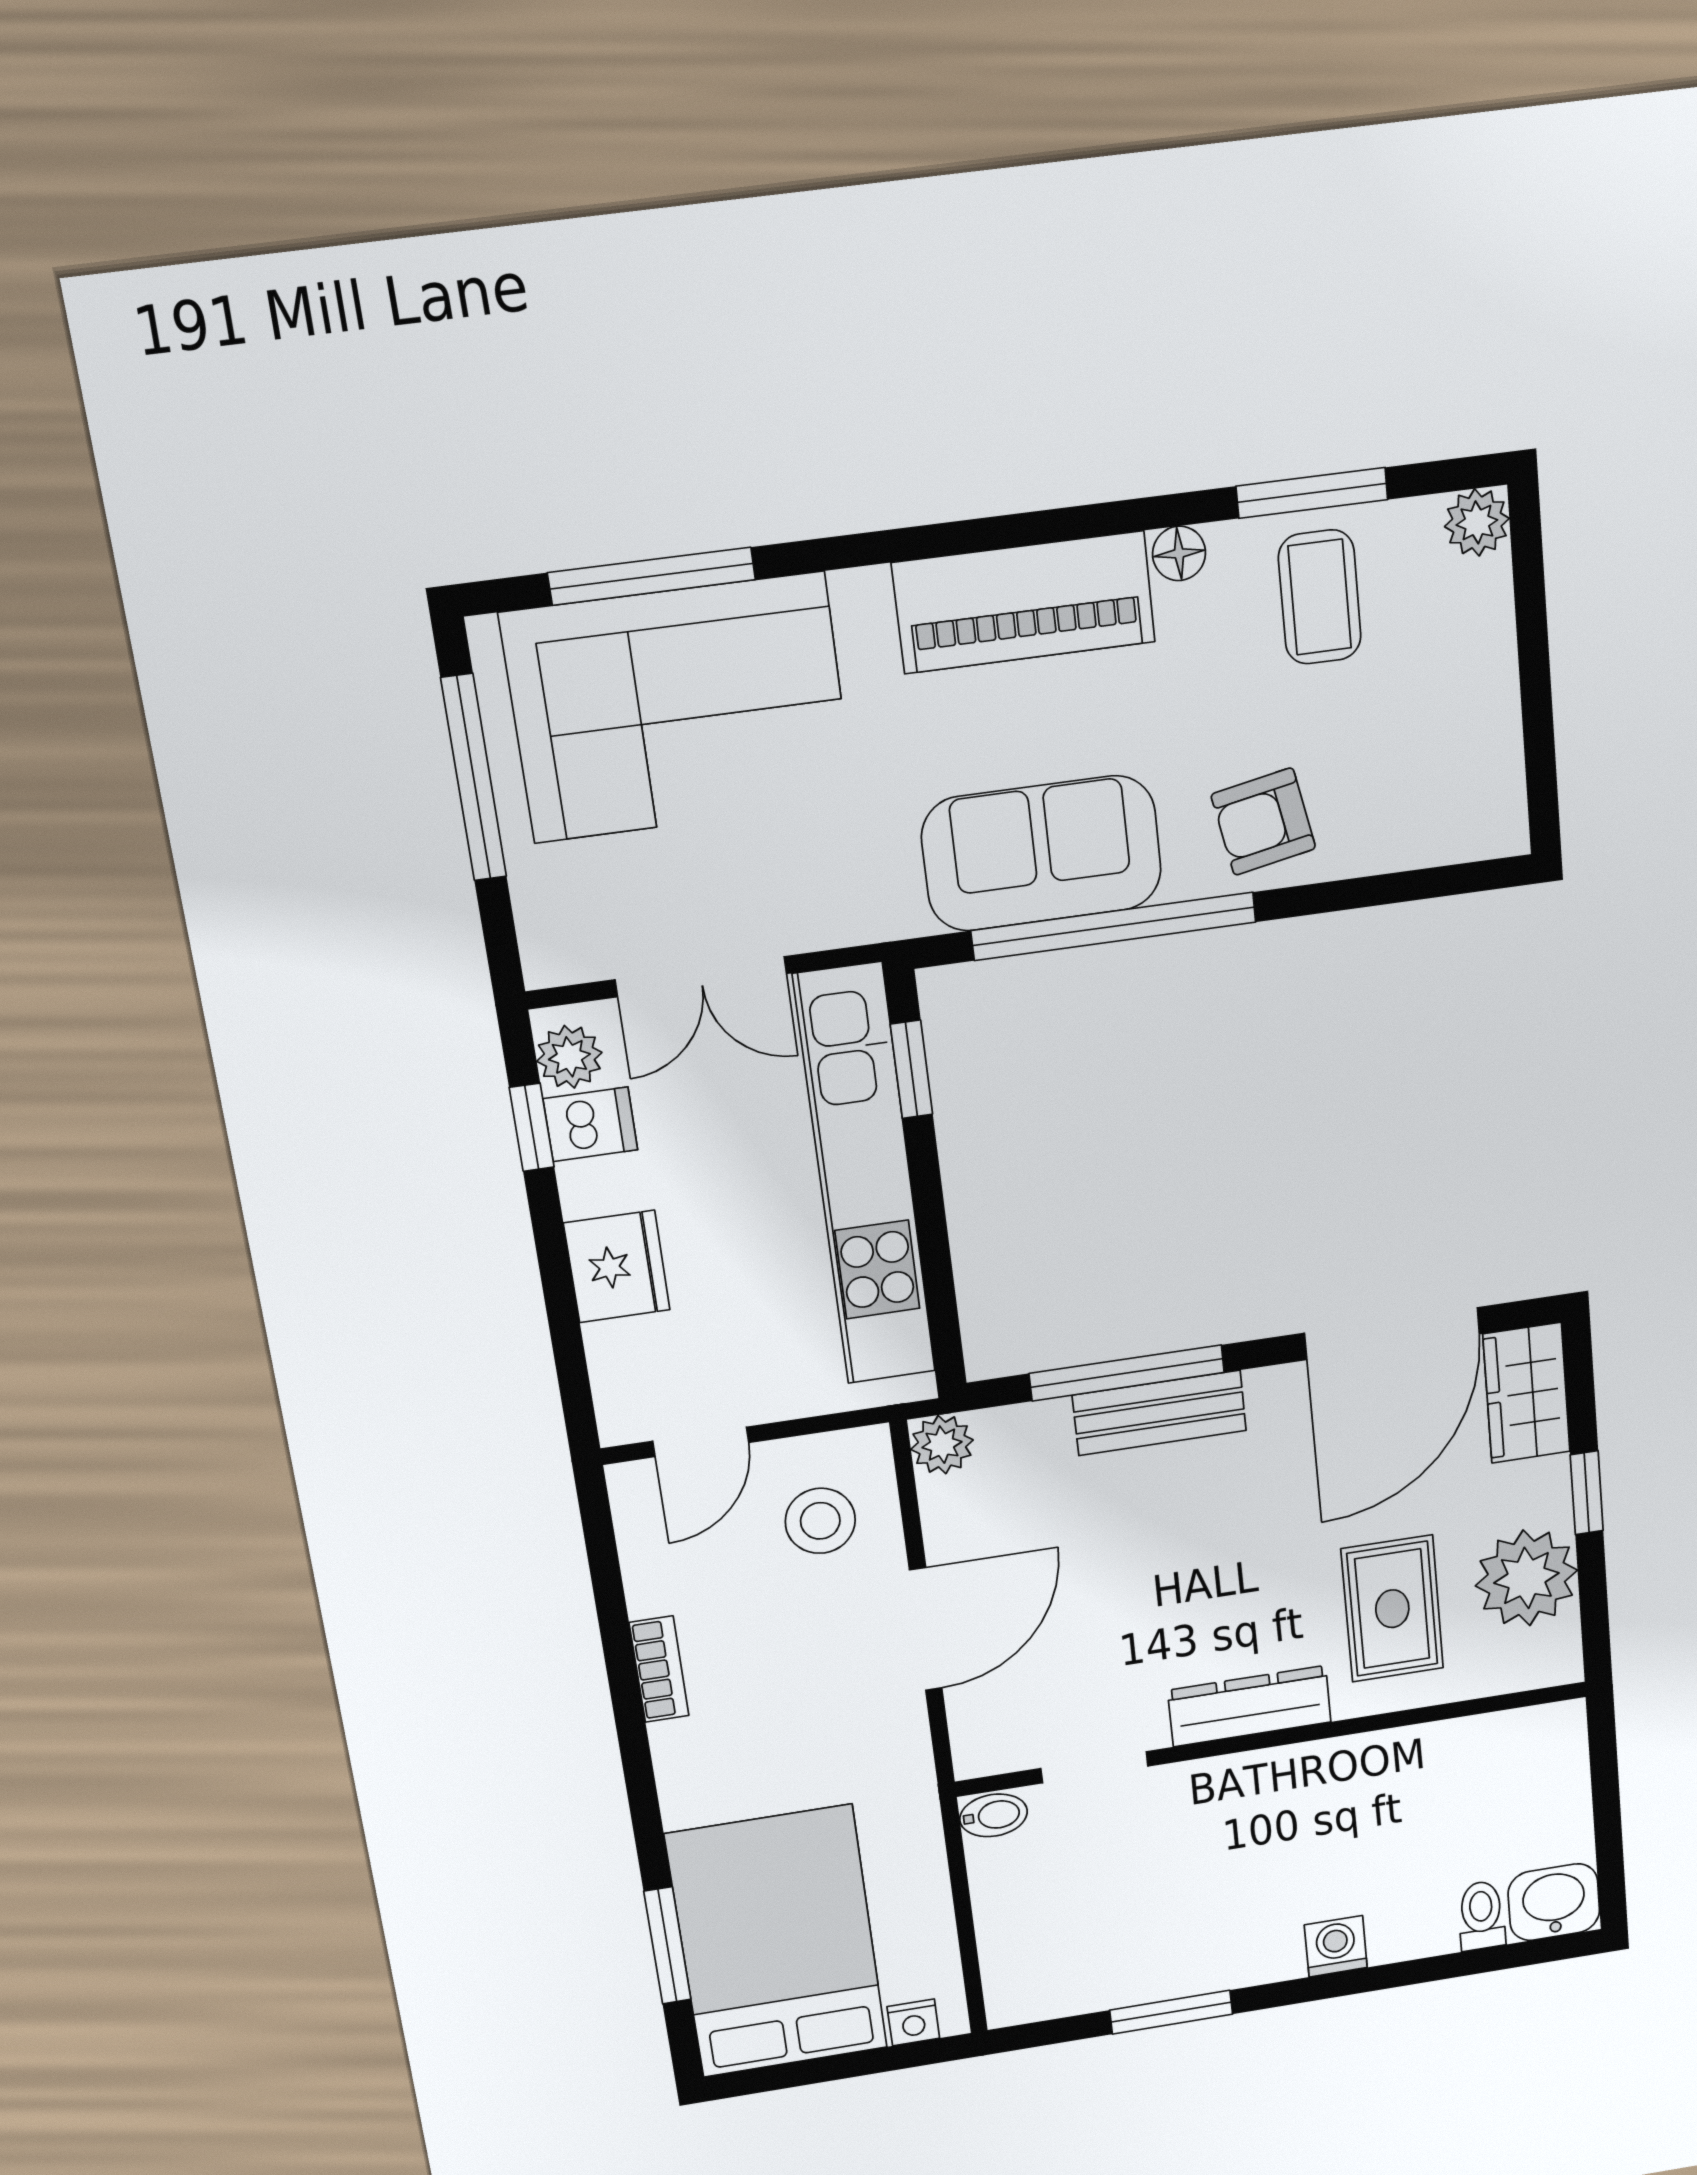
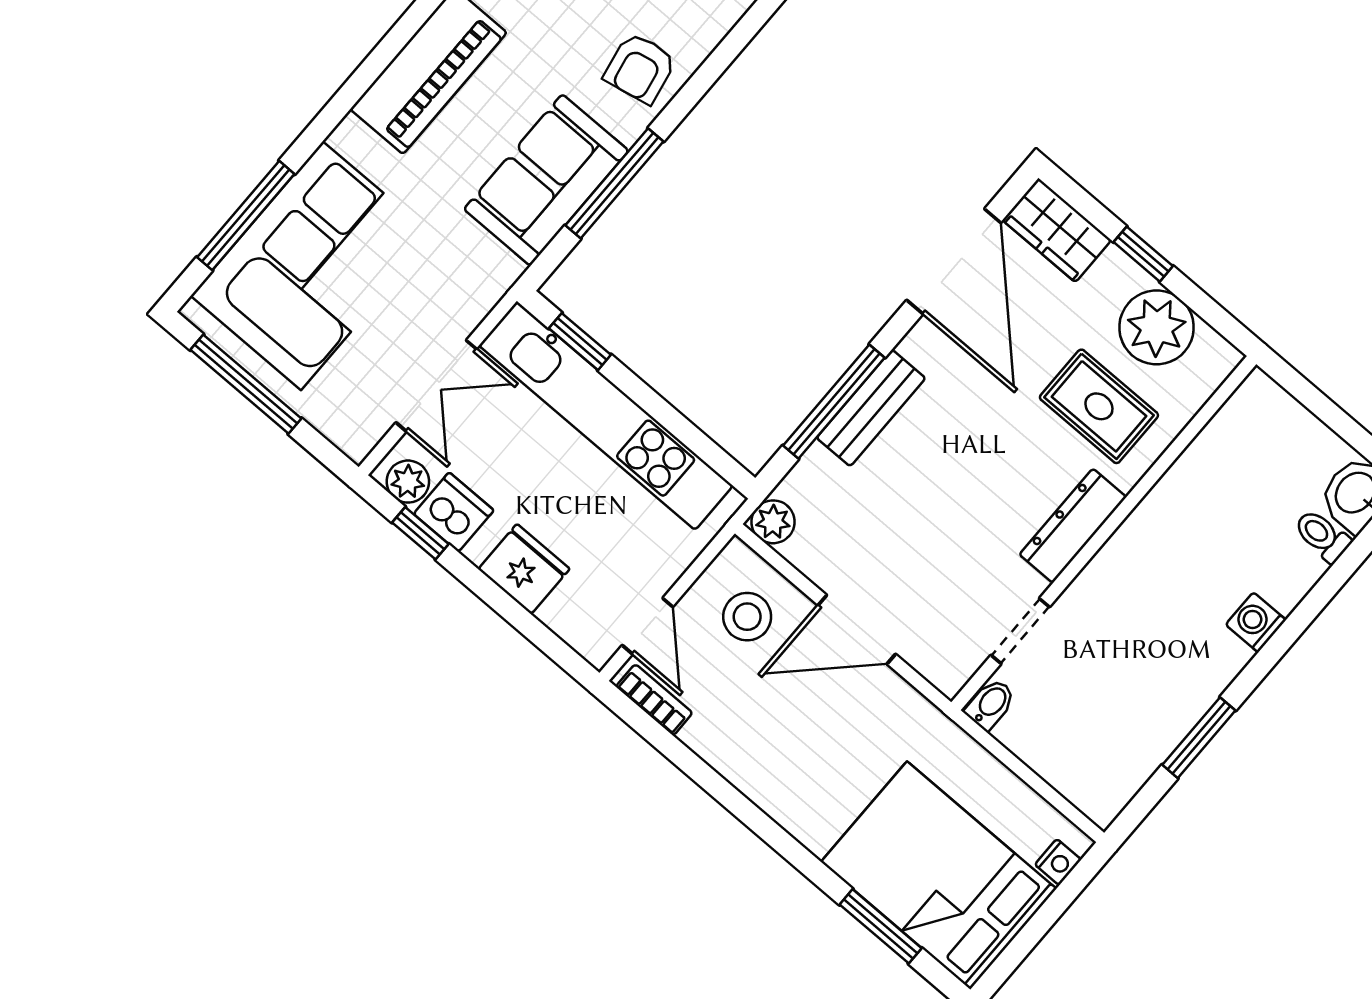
window: (1114, 926) -> (614, 183), width x0.68
dishwasher: (590, 1124) -> (454, 512), width x1.38
door: (926, 1629) -> (857, 630), swing flipped
bookcase: (659, 1669) -> (654, 700), moved

